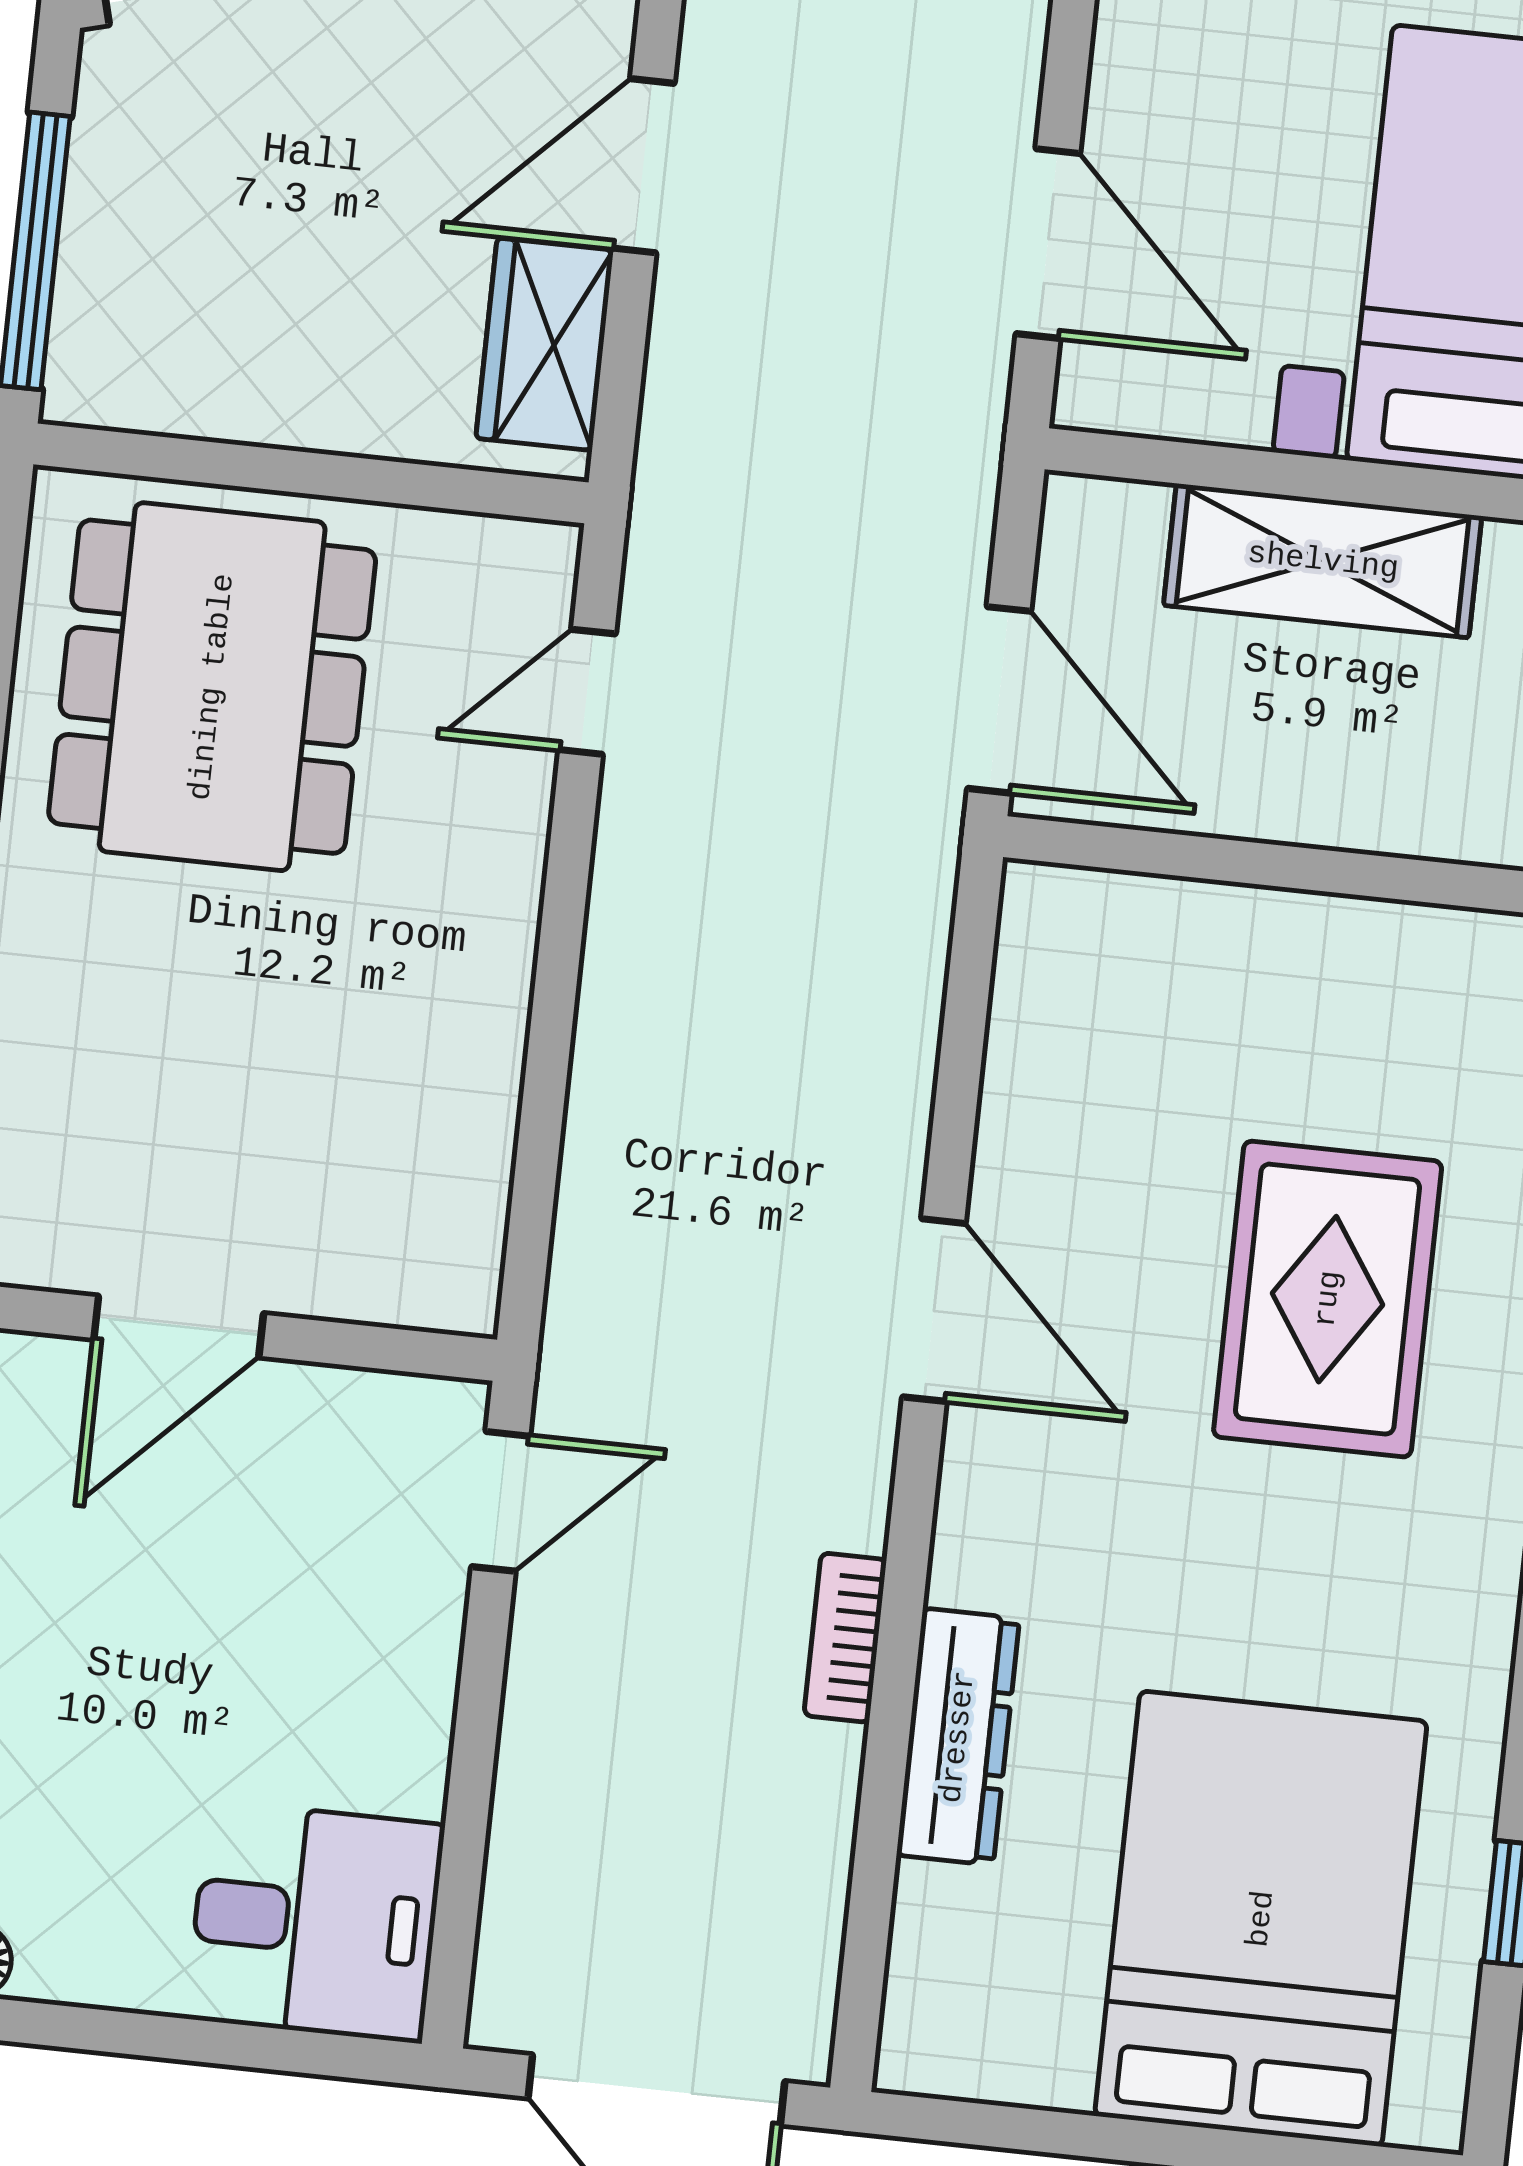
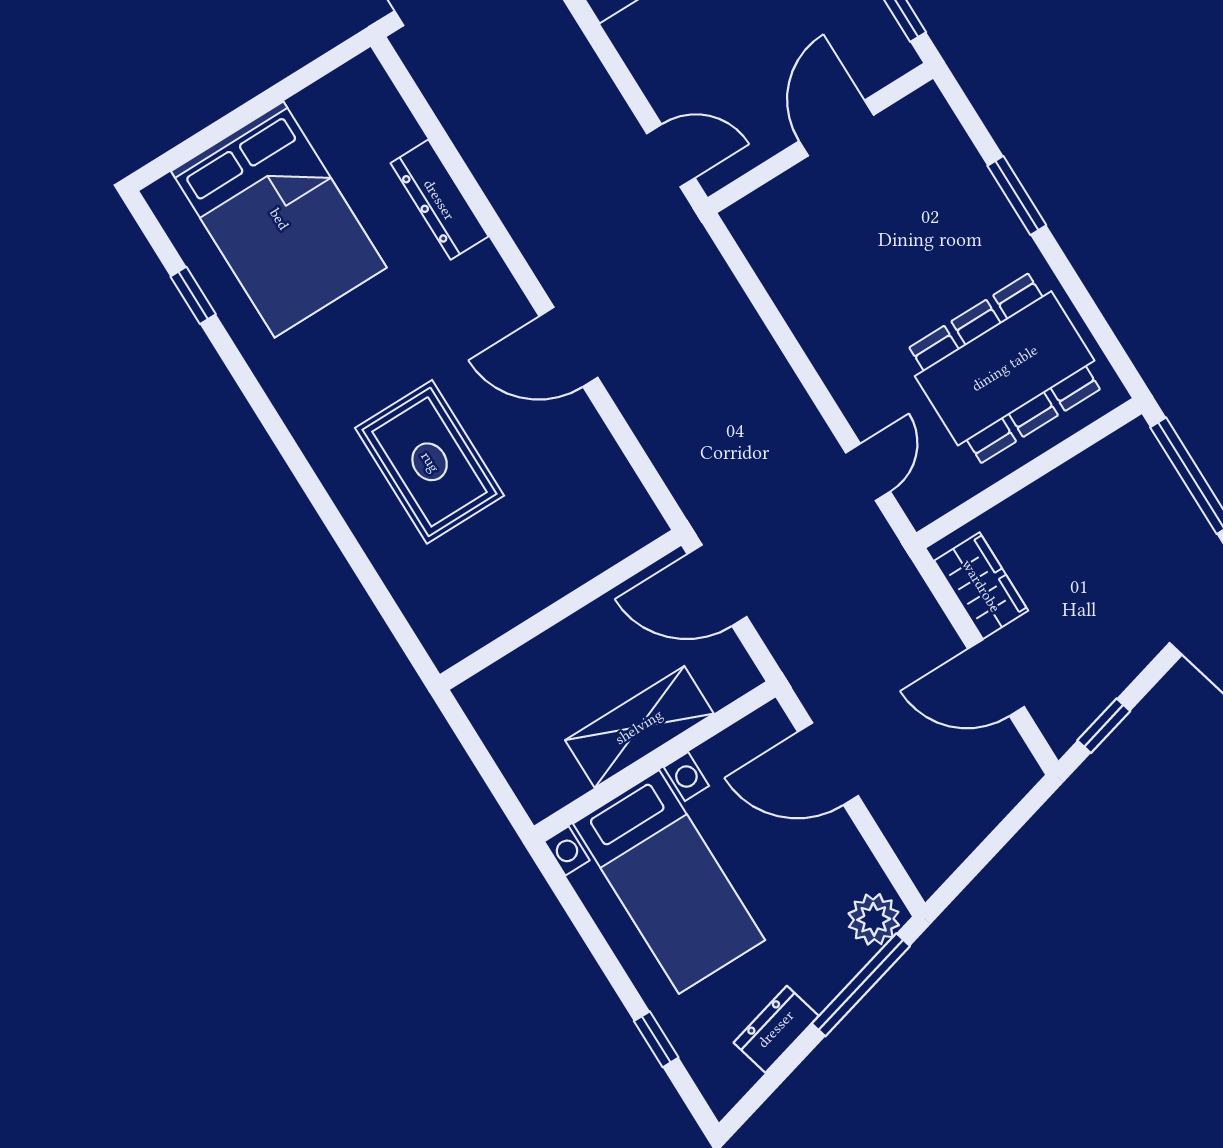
door: (643, 166) -> (996, 678), swing flipped
dining table: (212, 687) -> (1005, 368), turned 90
door: (501, 1501) -> (671, 156), swing flipped
bookcase: (845, 1638) -> (508, 204), removed

